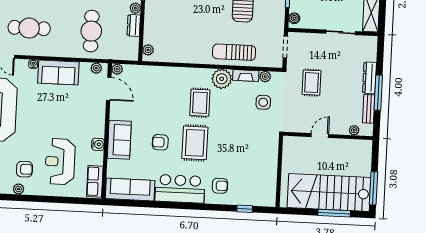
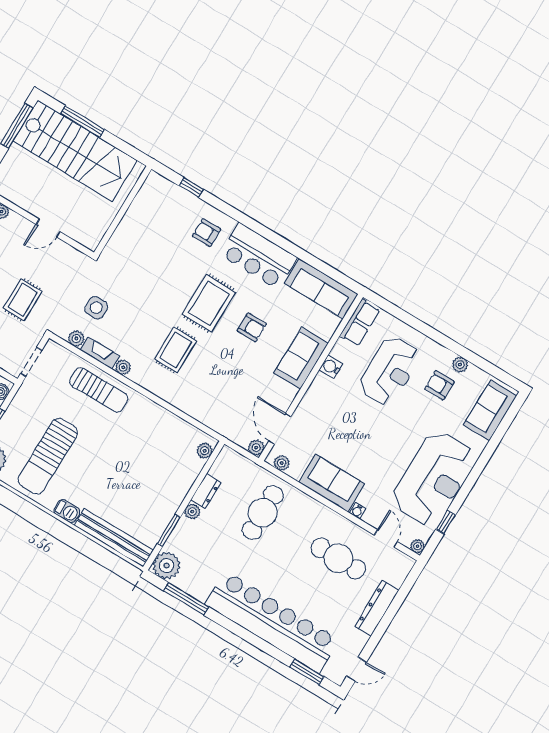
plant: (222, 79) -> (123, 367), width x0.53, depth x0.53

